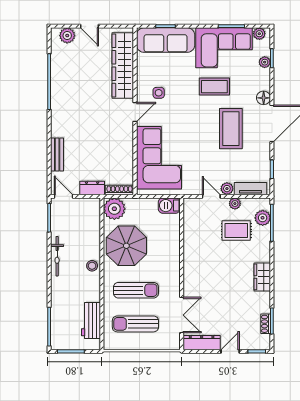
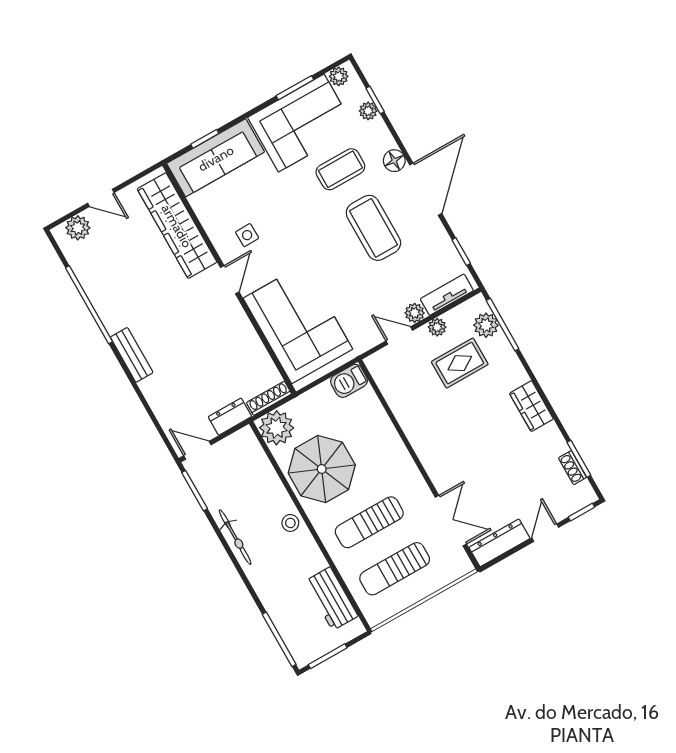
coffee table: (214, 87) -> (340, 169), moved
bench: (57, 154) -> (132, 355), moved
sun lounger: (136, 290) -> (369, 522), turned 180

